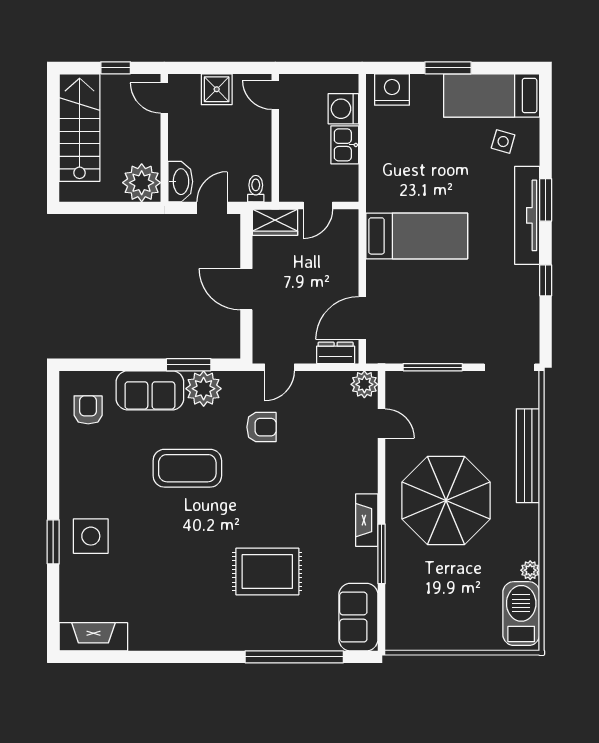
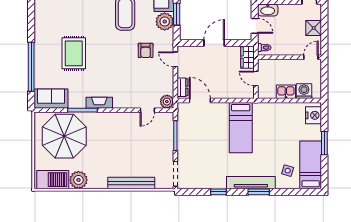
parasol: (446, 501) -> (64, 136), moved
plant: (530, 570) -> (78, 180), width x1.88, depth x1.88

